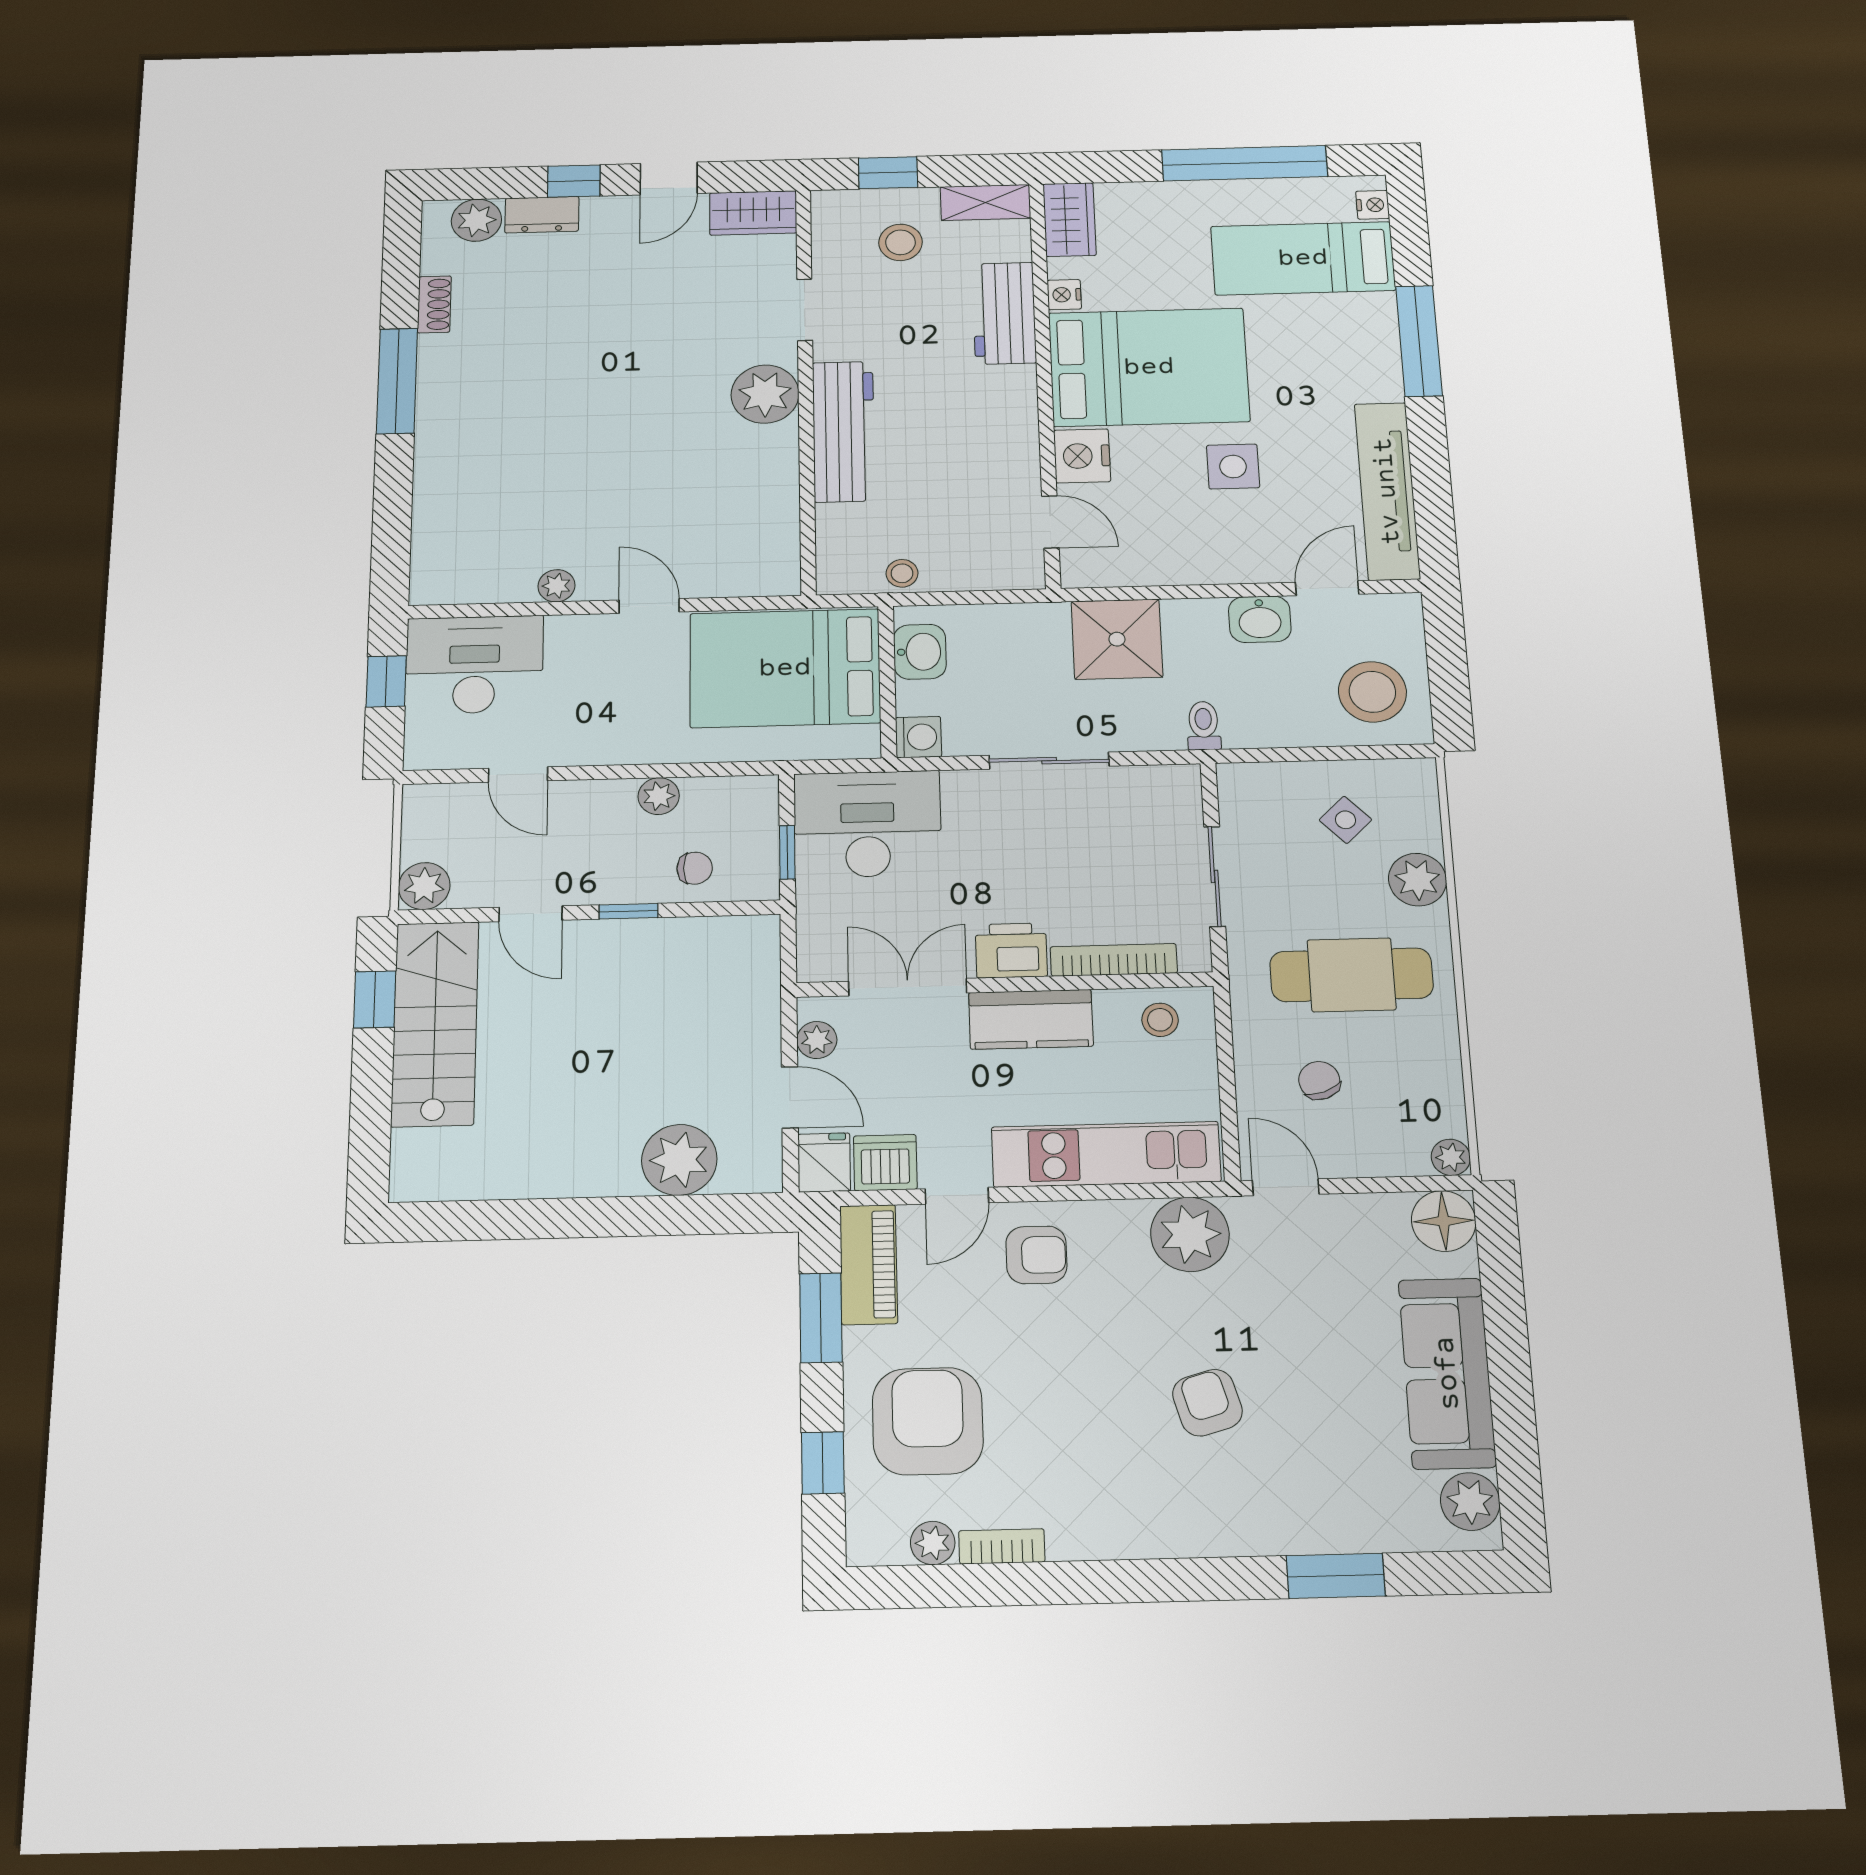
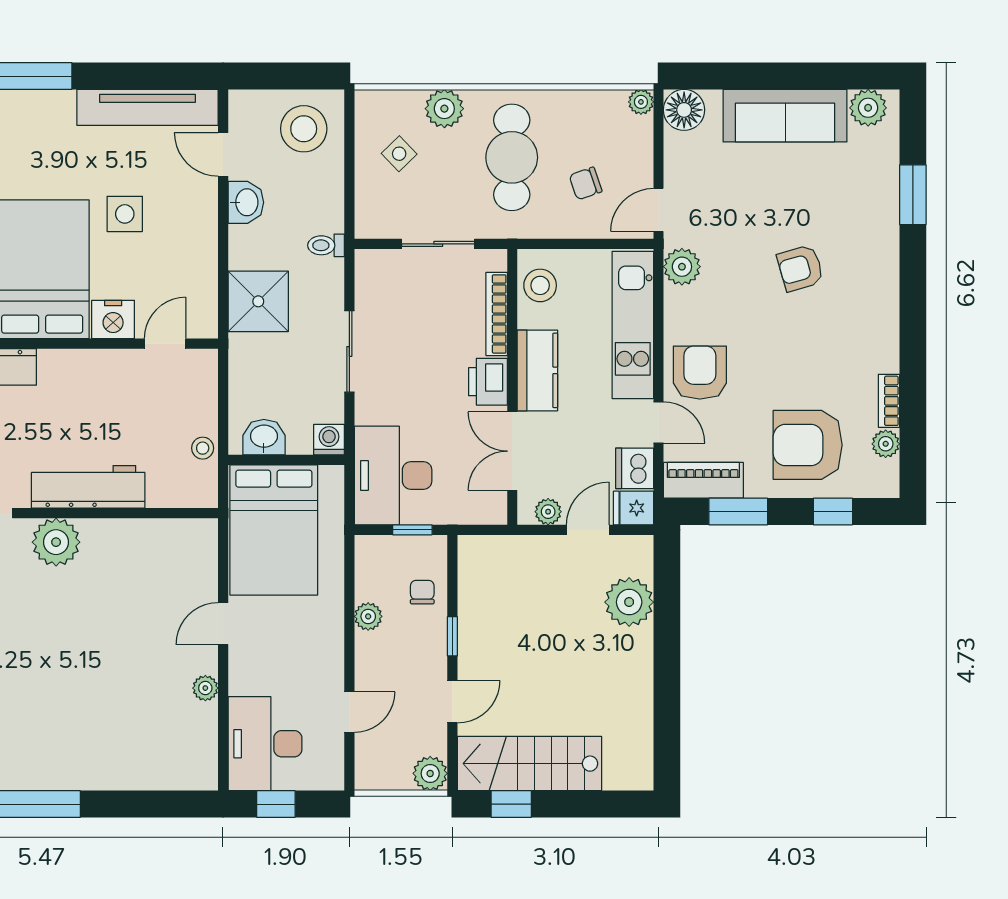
stool: (1160, 1020) -> (540, 285), width x1.37, depth x1.37
plant: (1190, 1234) -> (682, 267), width x0.73, depth x0.73
armchair: (1036, 1255) -> (700, 373), width x1.38, depth x1.38

